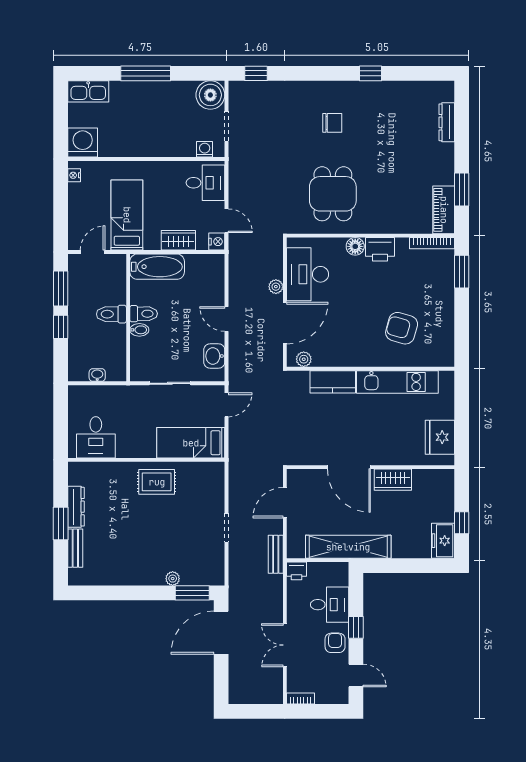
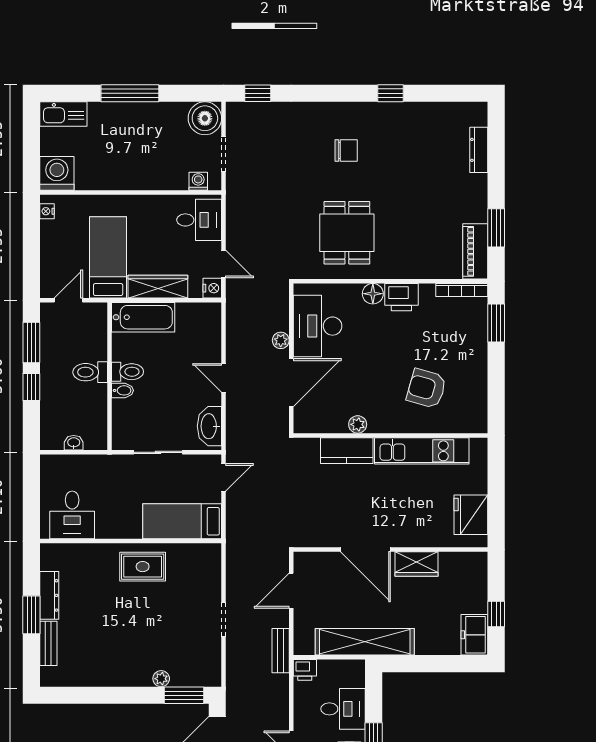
wardrobe: (178, 240) -> (158, 287), width x1.50
washbasin: (214, 356) -> (209, 426), width x1.38
plant: (304, 359) -> (358, 424), moved

